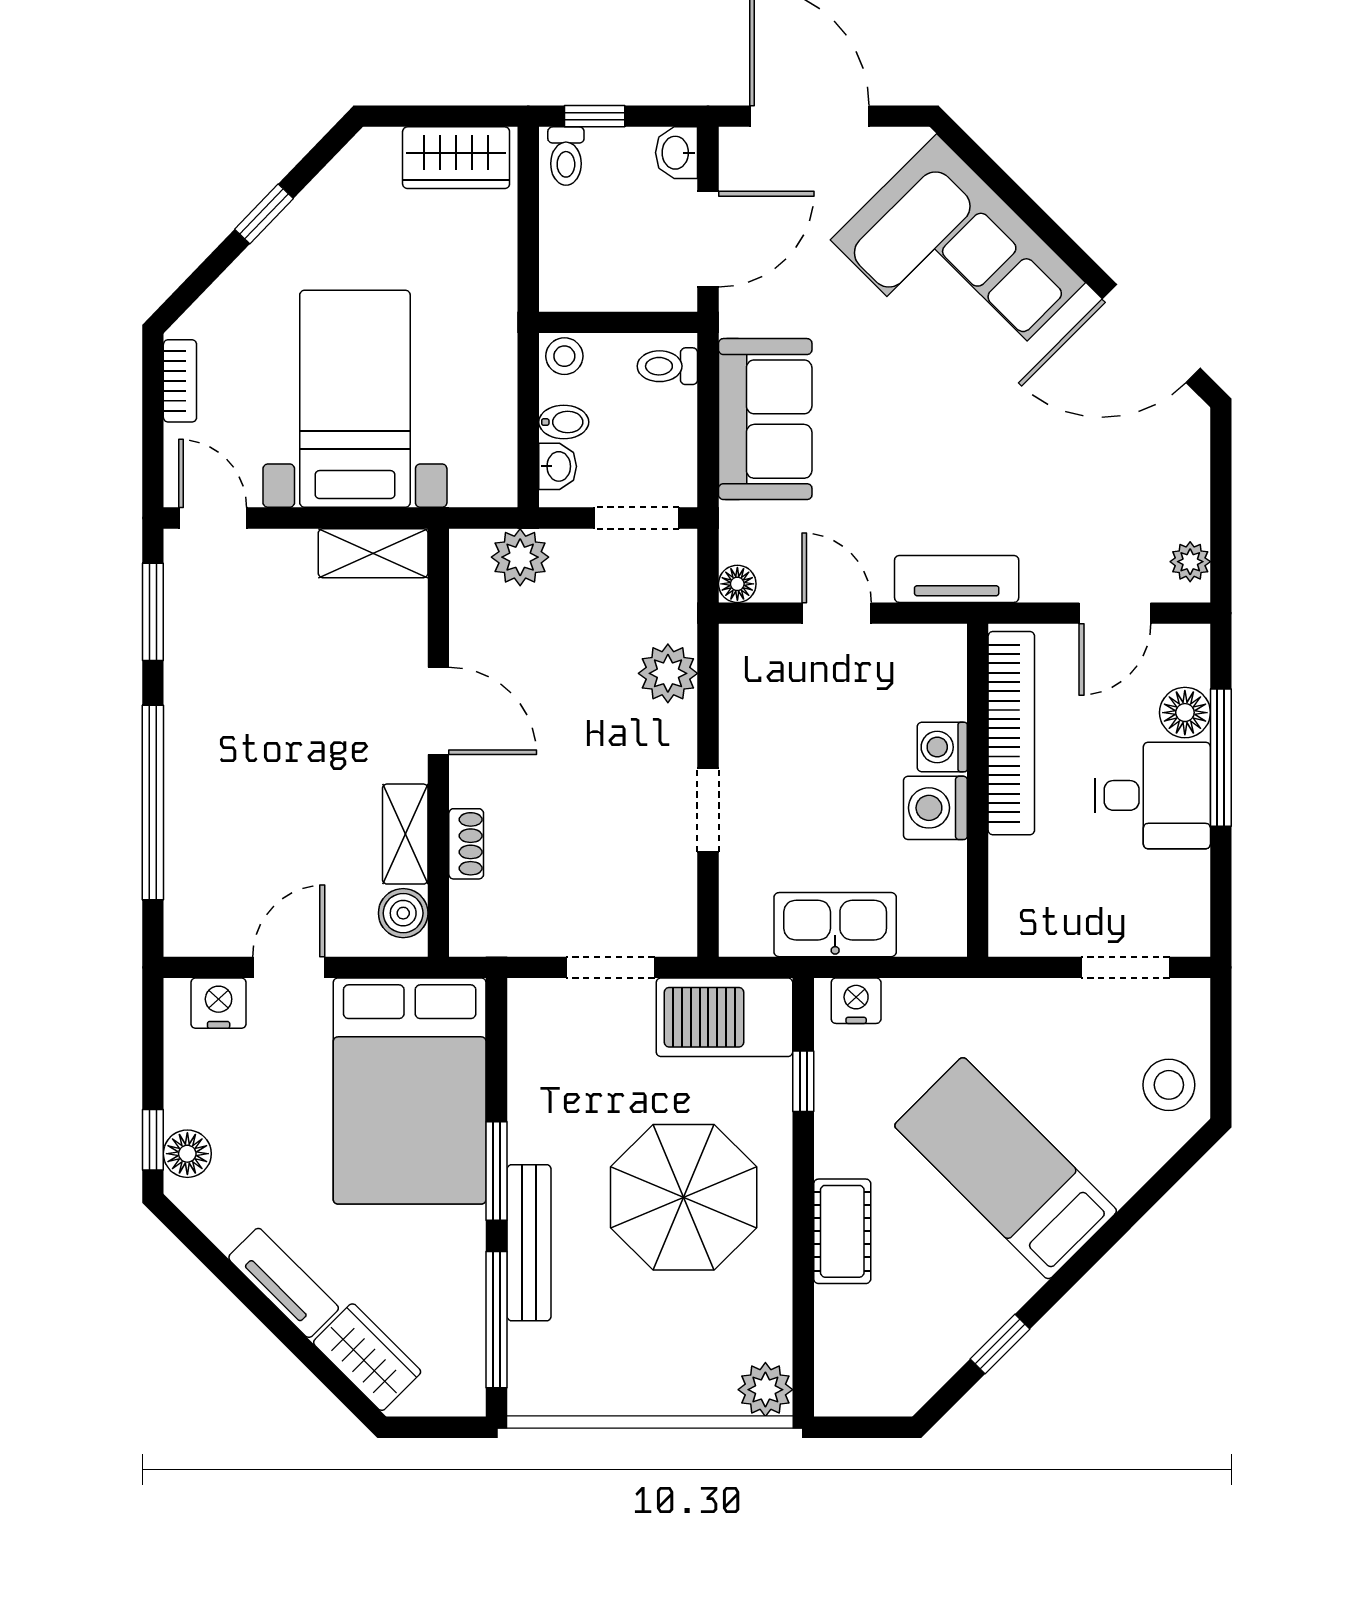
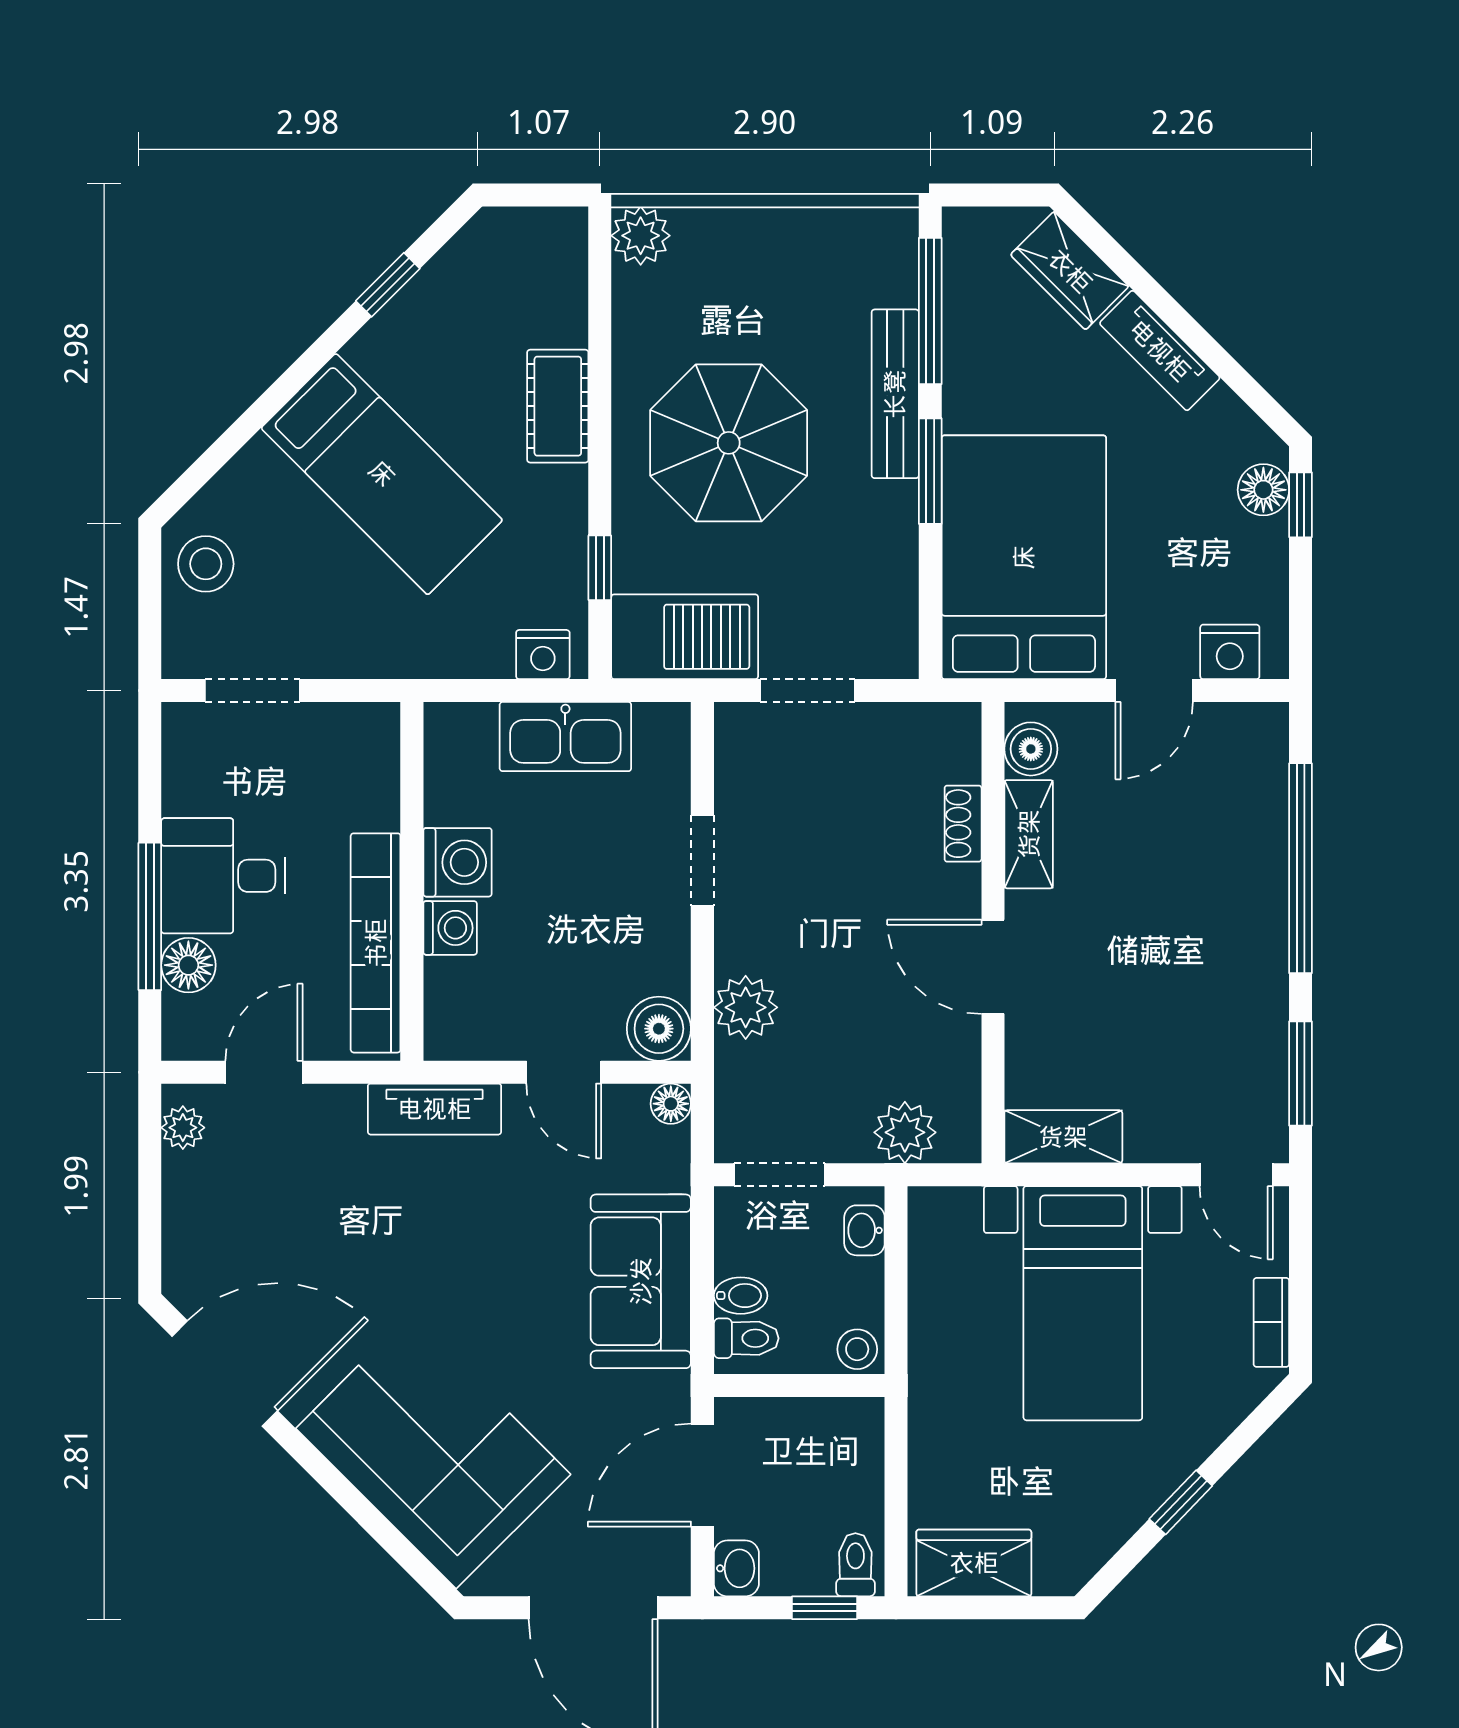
bidet: (564, 422) -> (741, 1296), moved, turned 180
boiler: (748, 653) -> (659, 1029), added

